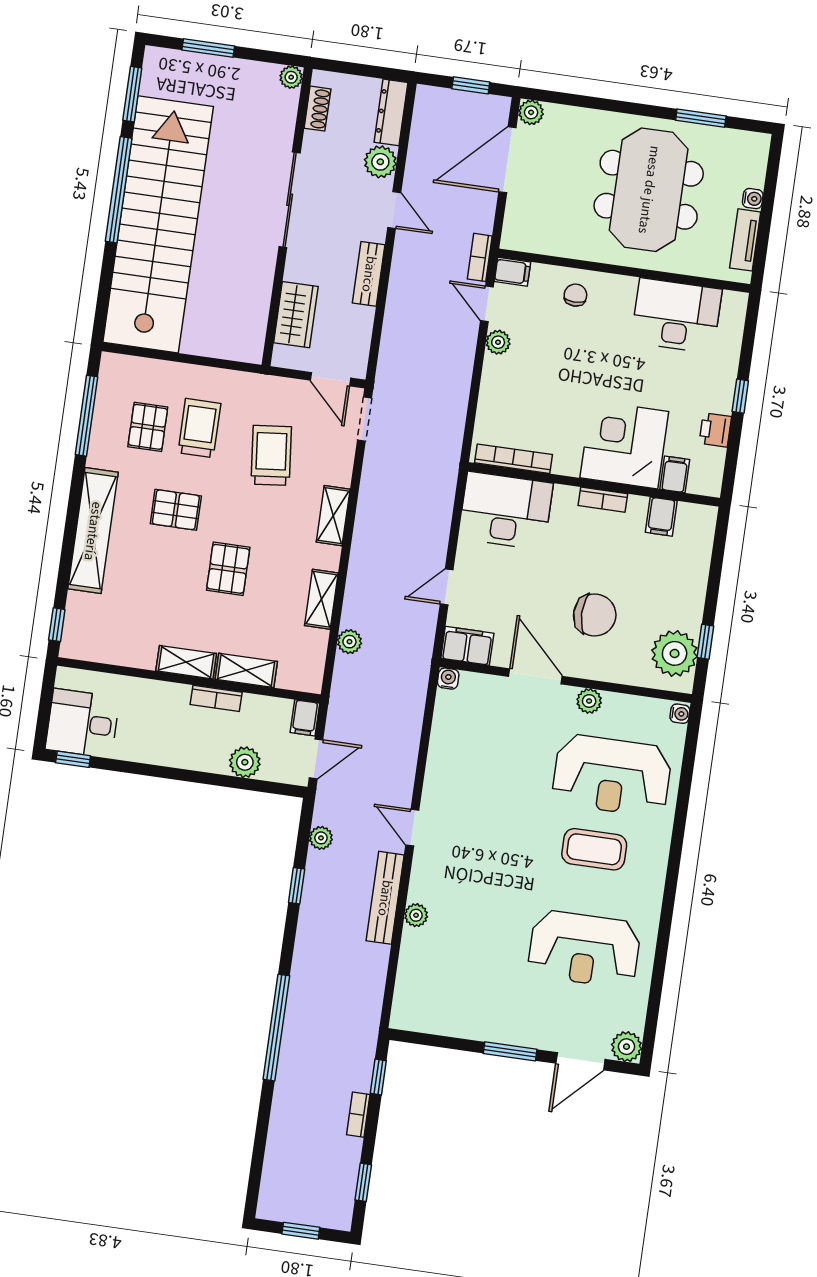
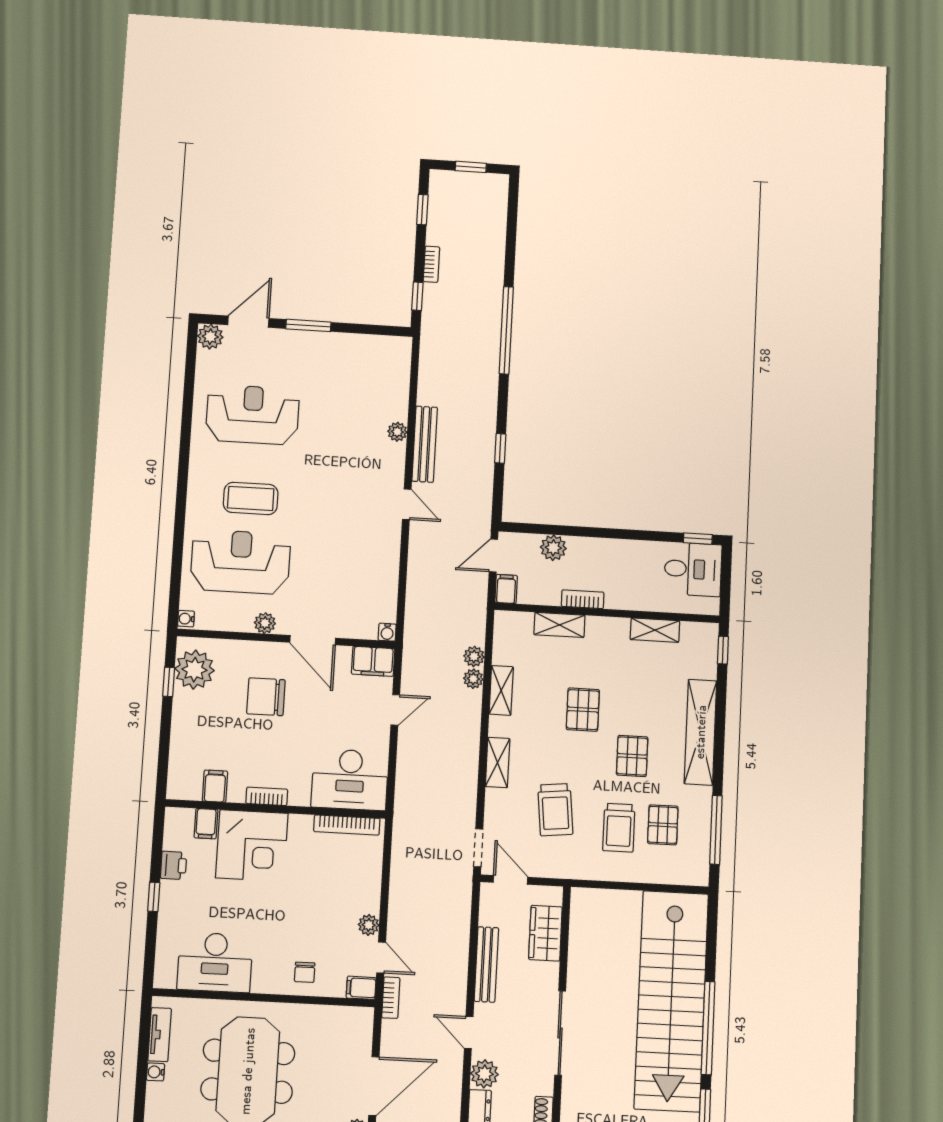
bench: (369, 274) -> (486, 964), width x1.36
pallet: (176, 510) -> (632, 756), turned 90
shelving: (186, 662) -> (655, 630), moved
plant: (321, 838) -> (473, 679), moved

